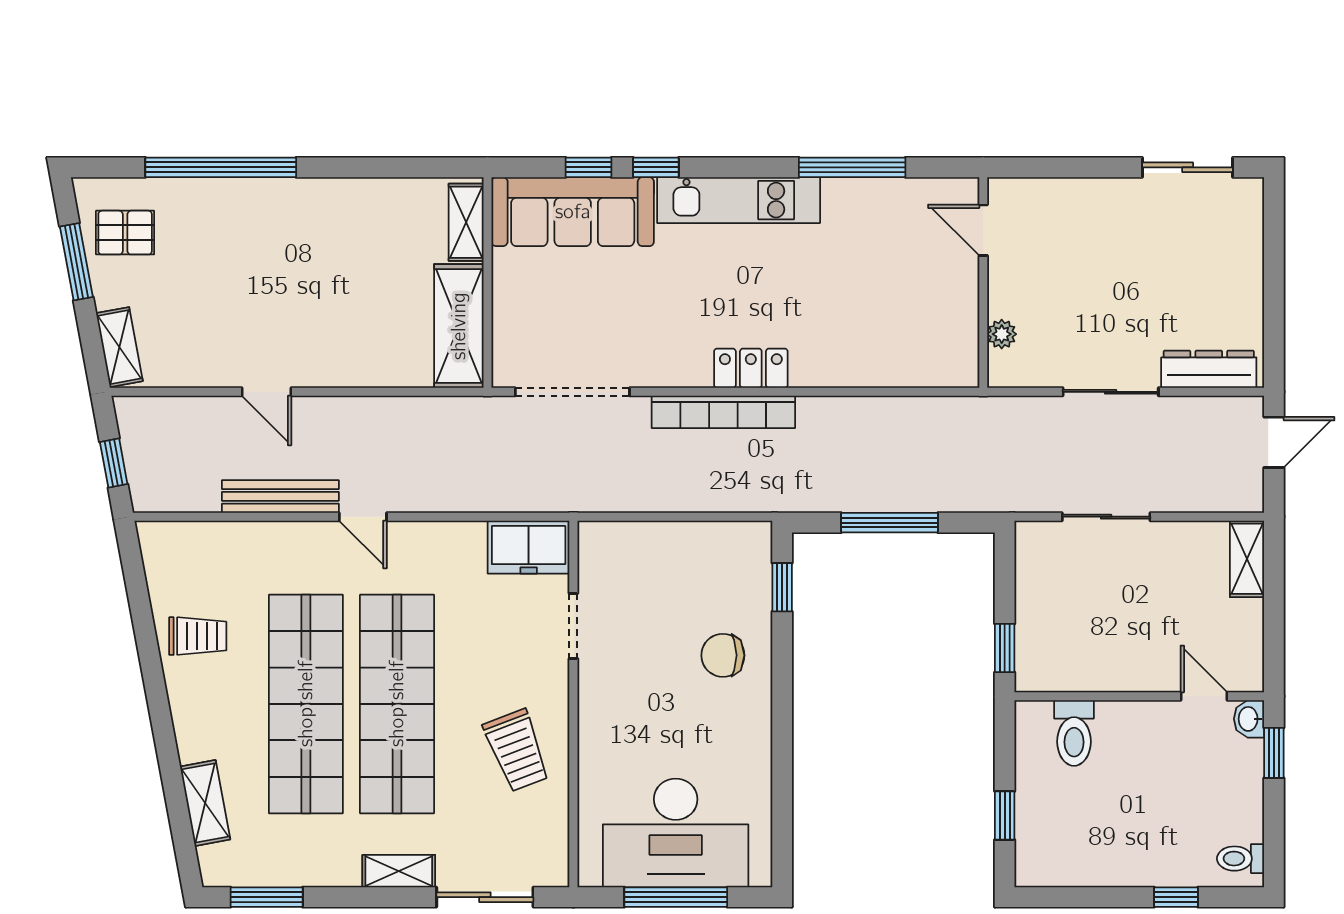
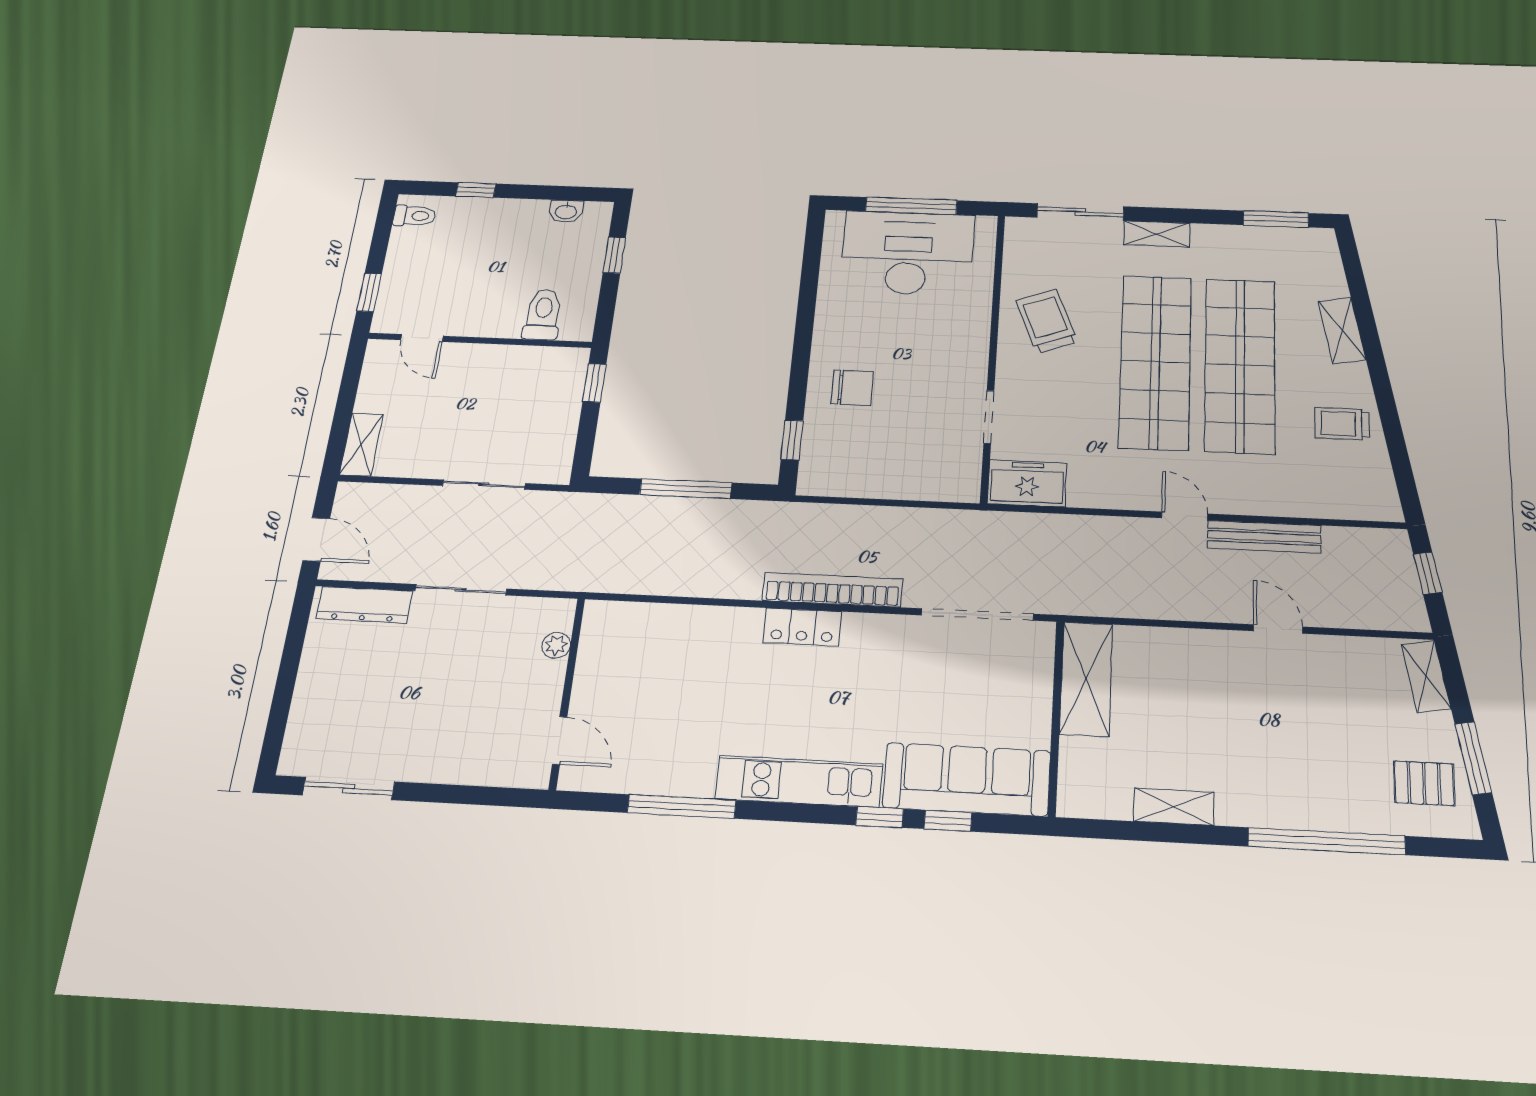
shelving: (466, 222) -> (1174, 807), moved, turned 90
door: (1274, 442) -> (316, 539), swing flipped
washbasin: (1249, 719) -> (566, 211), moved, turned 90
shelving: (205, 803) -> (1342, 330), moved

